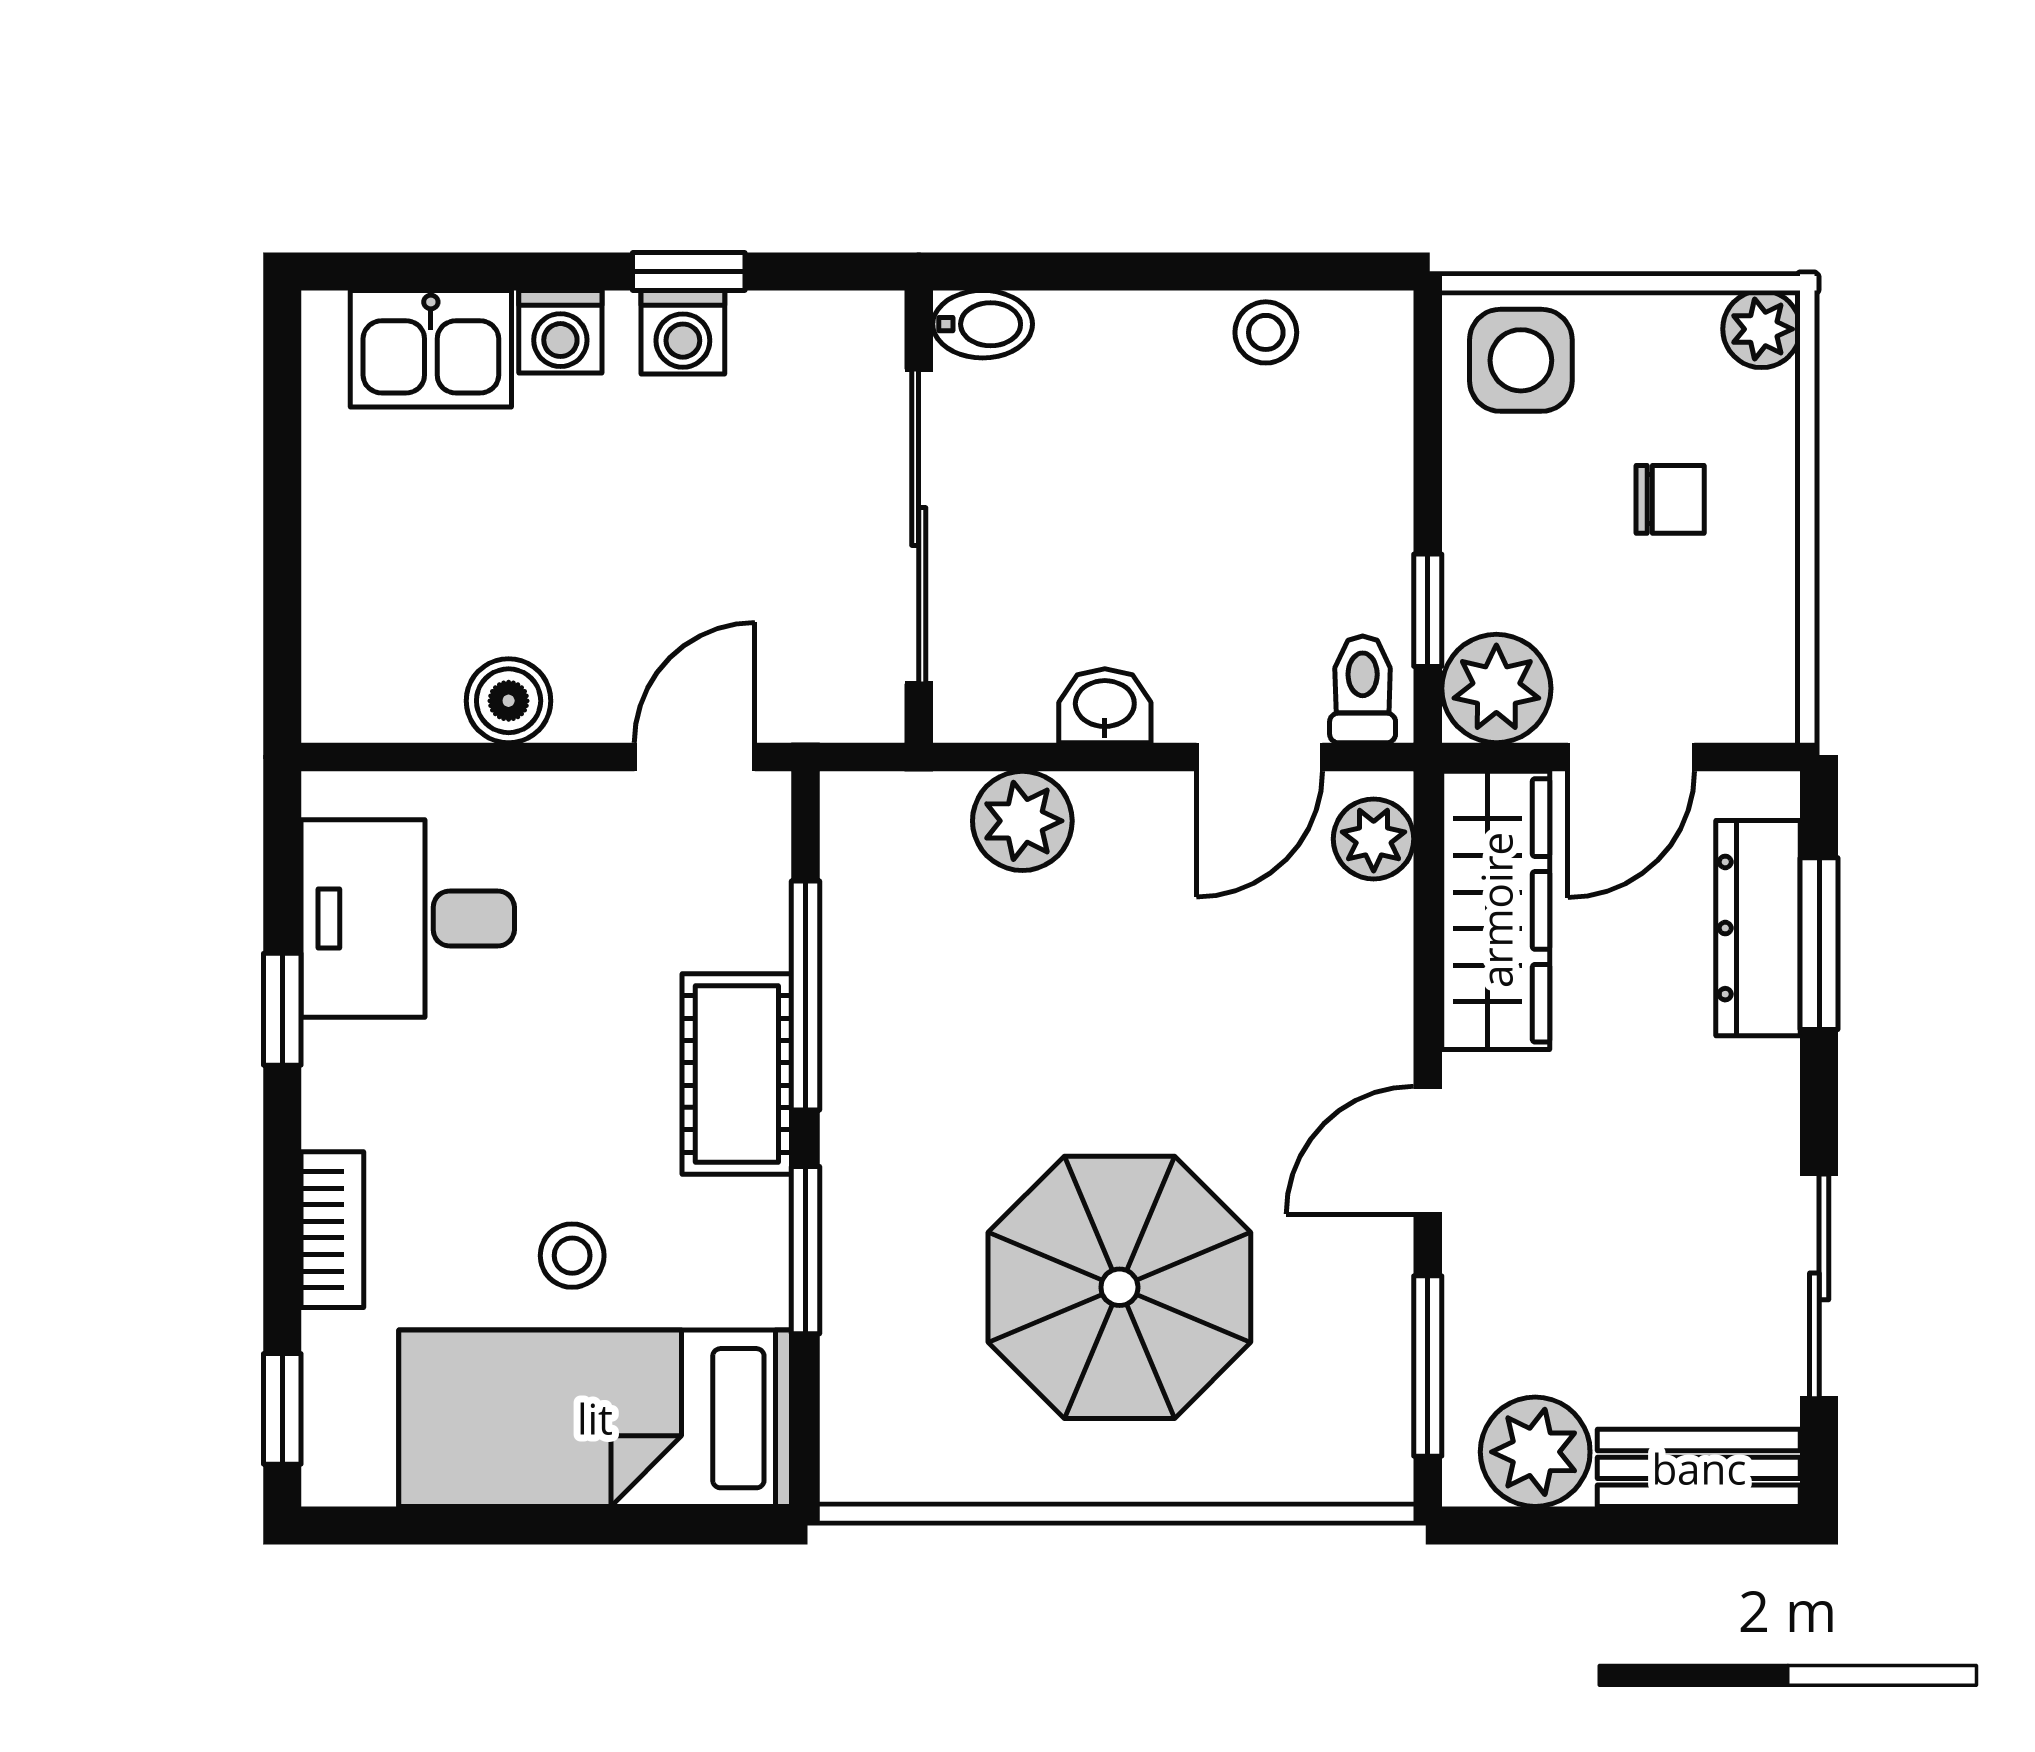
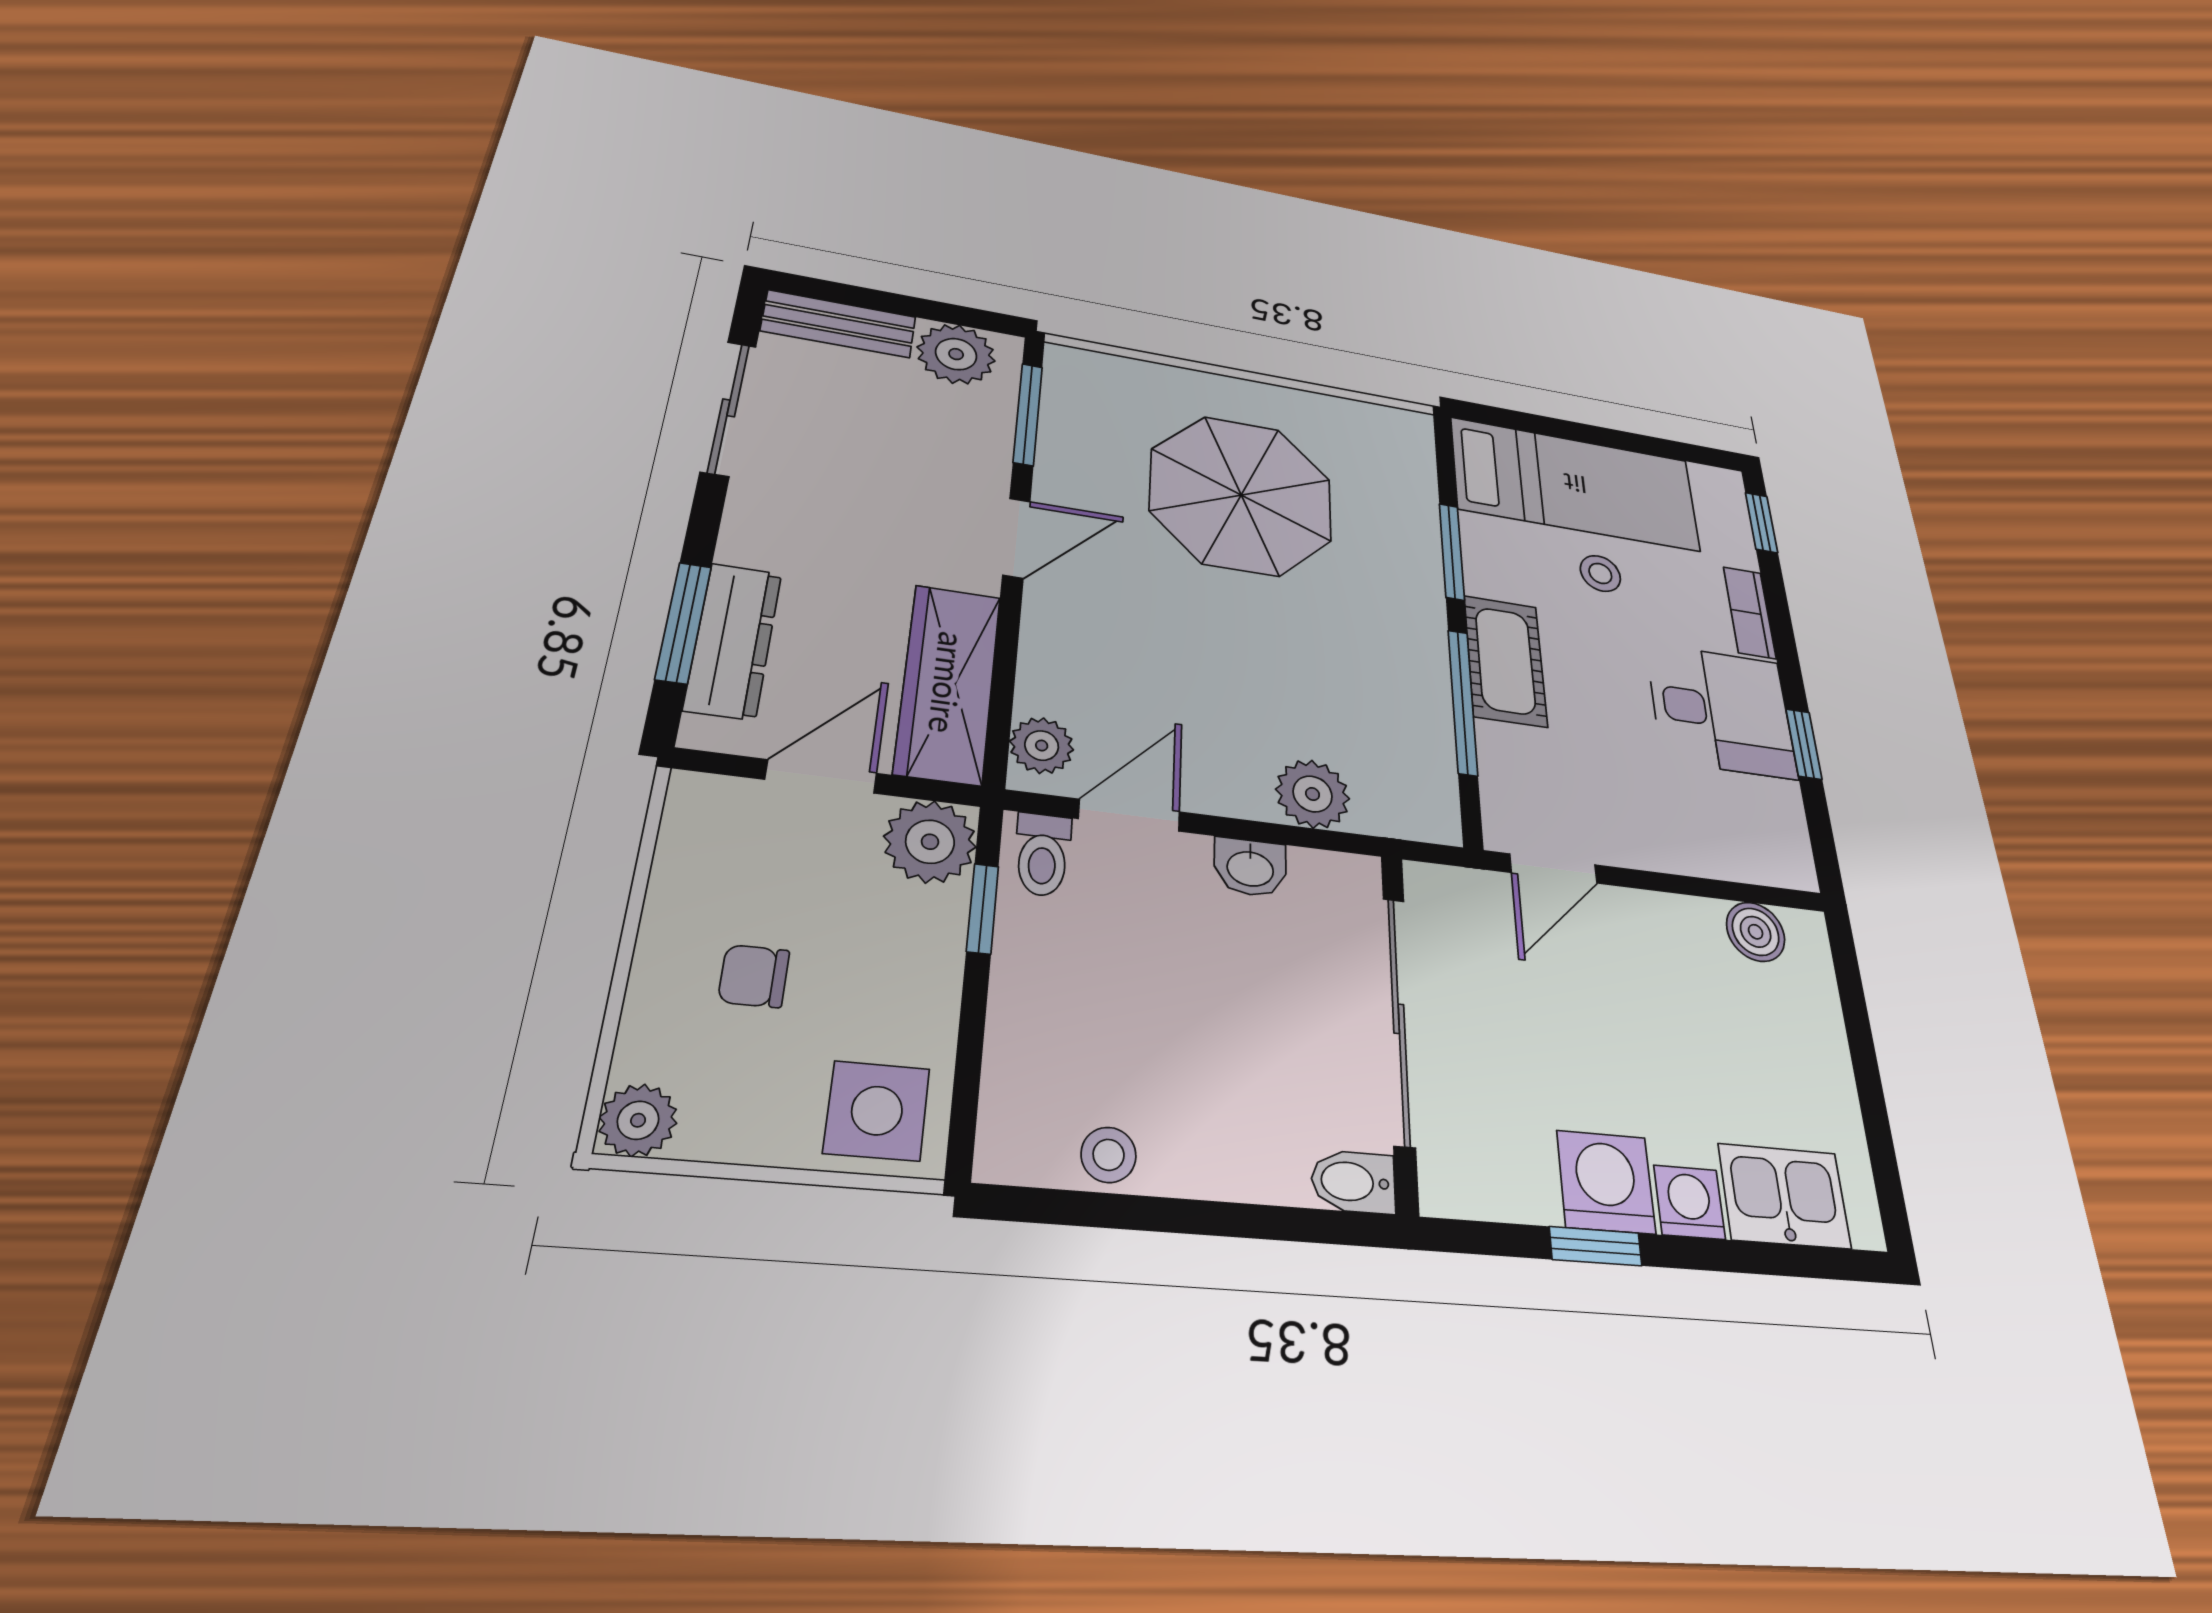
washing machine: (683, 332) -> (1606, 1182), width x1.38, depth x1.38
boiler: (509, 701) -> (1756, 932), moved
desk: (408, 918) -> (1721, 711), moved

